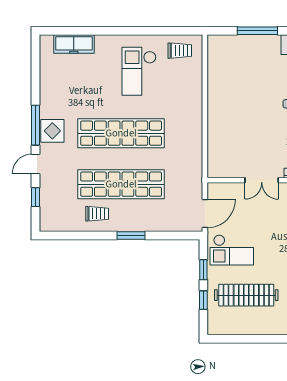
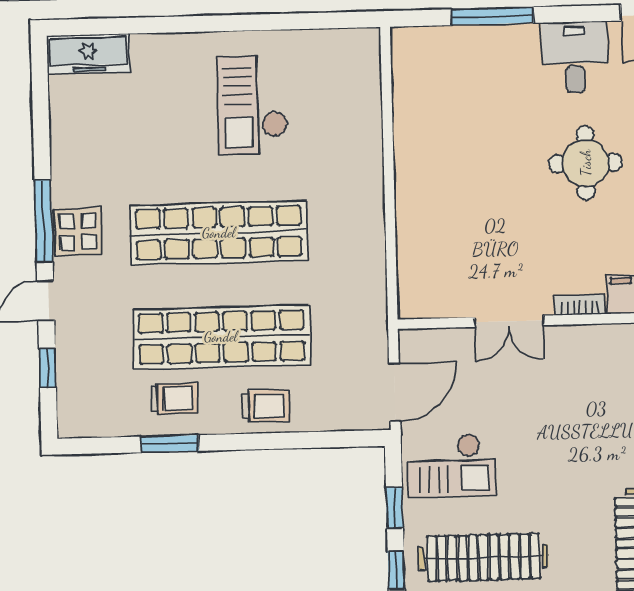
freezer: (74, 44) -> (88, 54), moved
trolley: (180, 51) -> (266, 406), moved
window: (131, 236) -> (170, 444), moved

